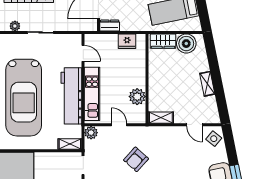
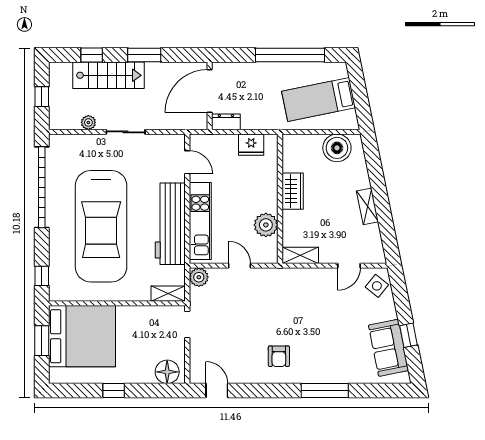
wardrobe: (163, 41) -> (293, 191), moved, turned -90
door: (195, 125) -> (349, 266), hinge flipped
armchair: (136, 159) -> (264, 316), removed

